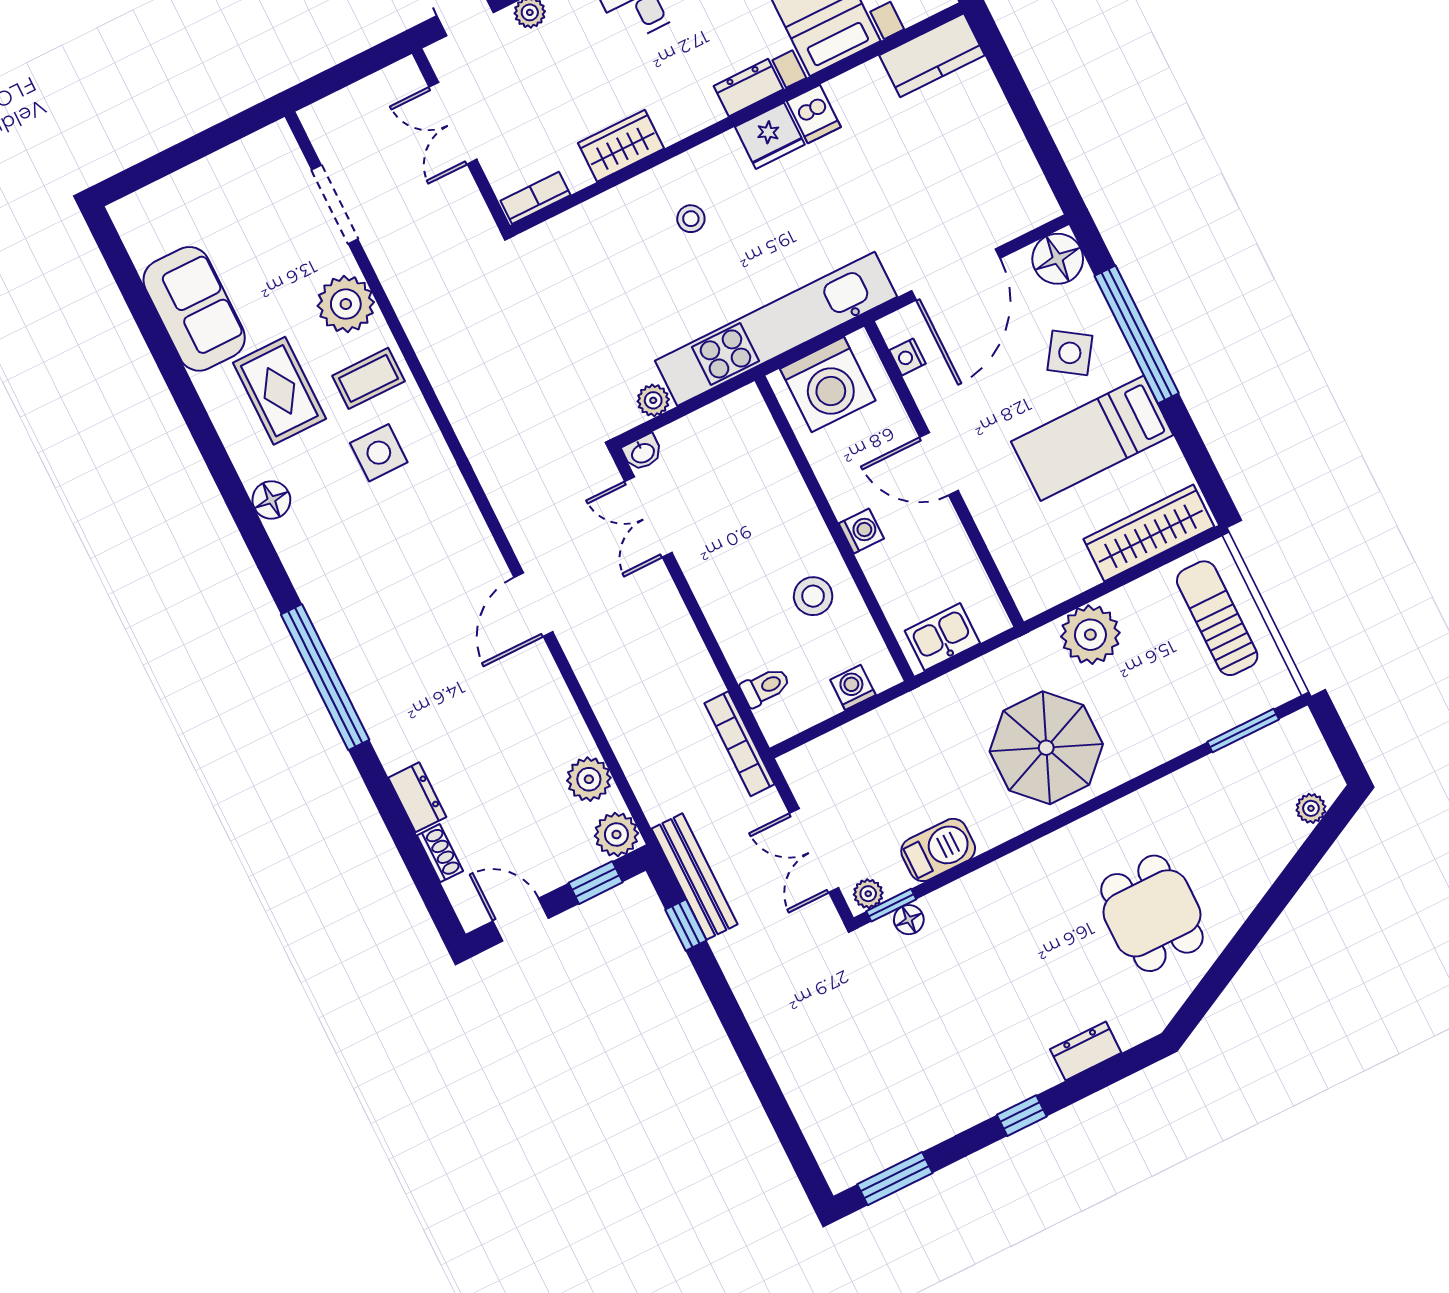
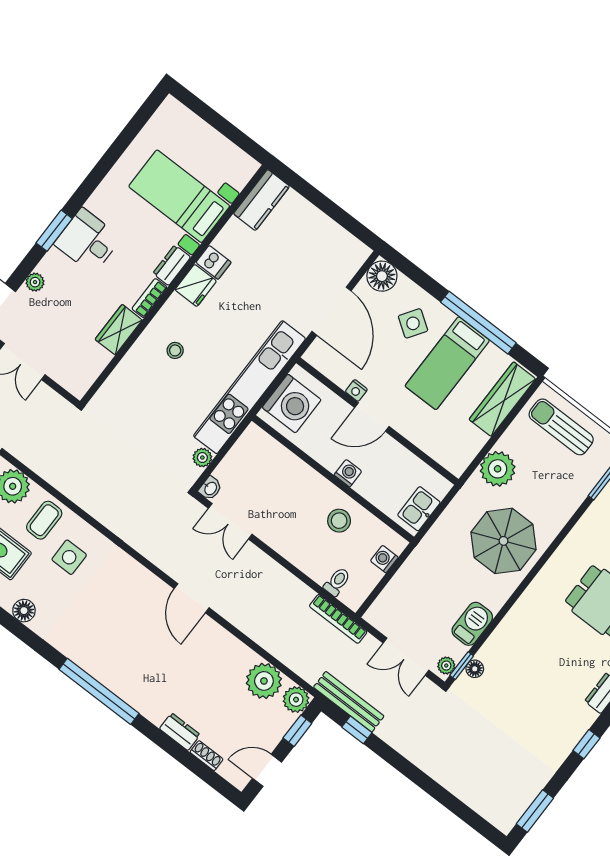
bookcase: (536, 198) -> (150, 298), moved
window: (1137, 335) -> (478, 323), moved
nightstand: (907, 357) -> (356, 390), moved
plant: (589, 779) -> (264, 681), width x1.36, depth x1.36

